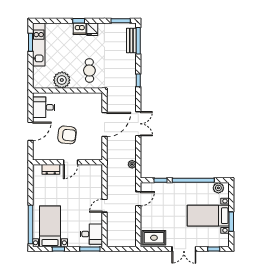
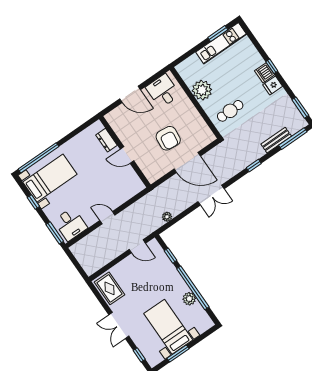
bench: (131, 41) -> (276, 140), moved
armchair: (67, 135) -> (168, 138), moved
plant: (218, 188) -> (189, 299), moved

